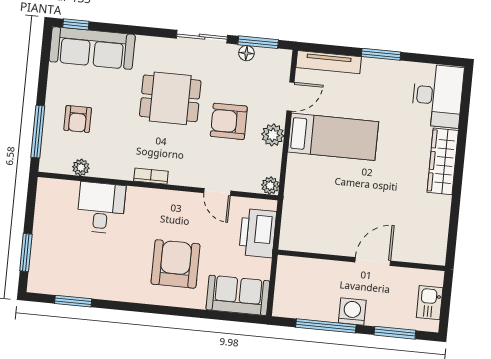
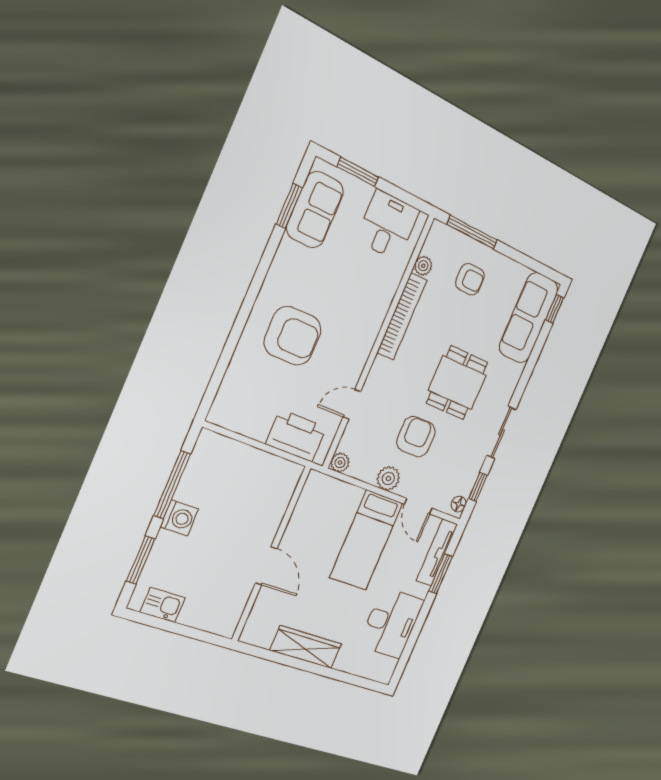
window: (258, 42) -> (478, 487), width x0.67
floor lamp: (246, 53) -> (459, 504), moved
window: (381, 54) -> (441, 574), moved
desk: (438, 96) -> (391, 623), moved, turned -90
armchair: (78, 119) -> (470, 279), turned 180
bookcase: (151, 176) -> (402, 316), width x2.31, depth x1.31
desk: (101, 208) -> (388, 225), moved, turned -90
wall: (361, 260) -> (271, 554), moved
door: (373, 261) -> (266, 566), moved
sofa: (238, 295) -> (315, 210), moved

